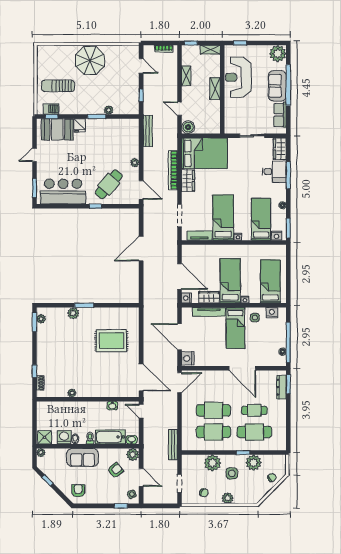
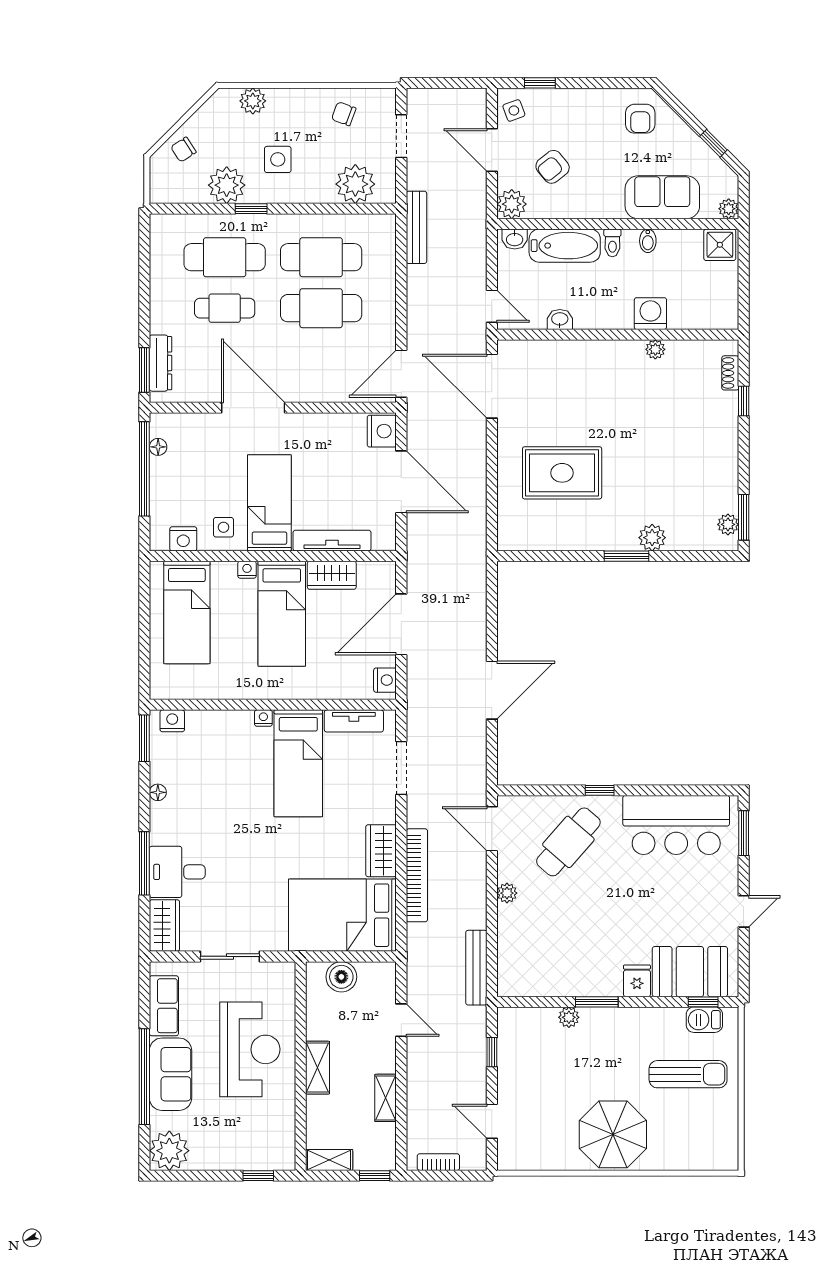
reception desk: (238, 77) -> (250, 1049), moved
boiler: (188, 127) -> (341, 977), moved
bed: (261, 219) -> (209, 760), removed
door: (180, 276) -> (401, 624), hinge flipped
nightstand: (186, 298) -> (385, 680), moved
washing machine: (64, 437) -> (650, 314), moved, turned 180
sofa: (83, 457) -> (662, 197), moved
plant: (212, 463) -> (355, 184), moved
plant: (228, 498) -> (253, 101), moved

